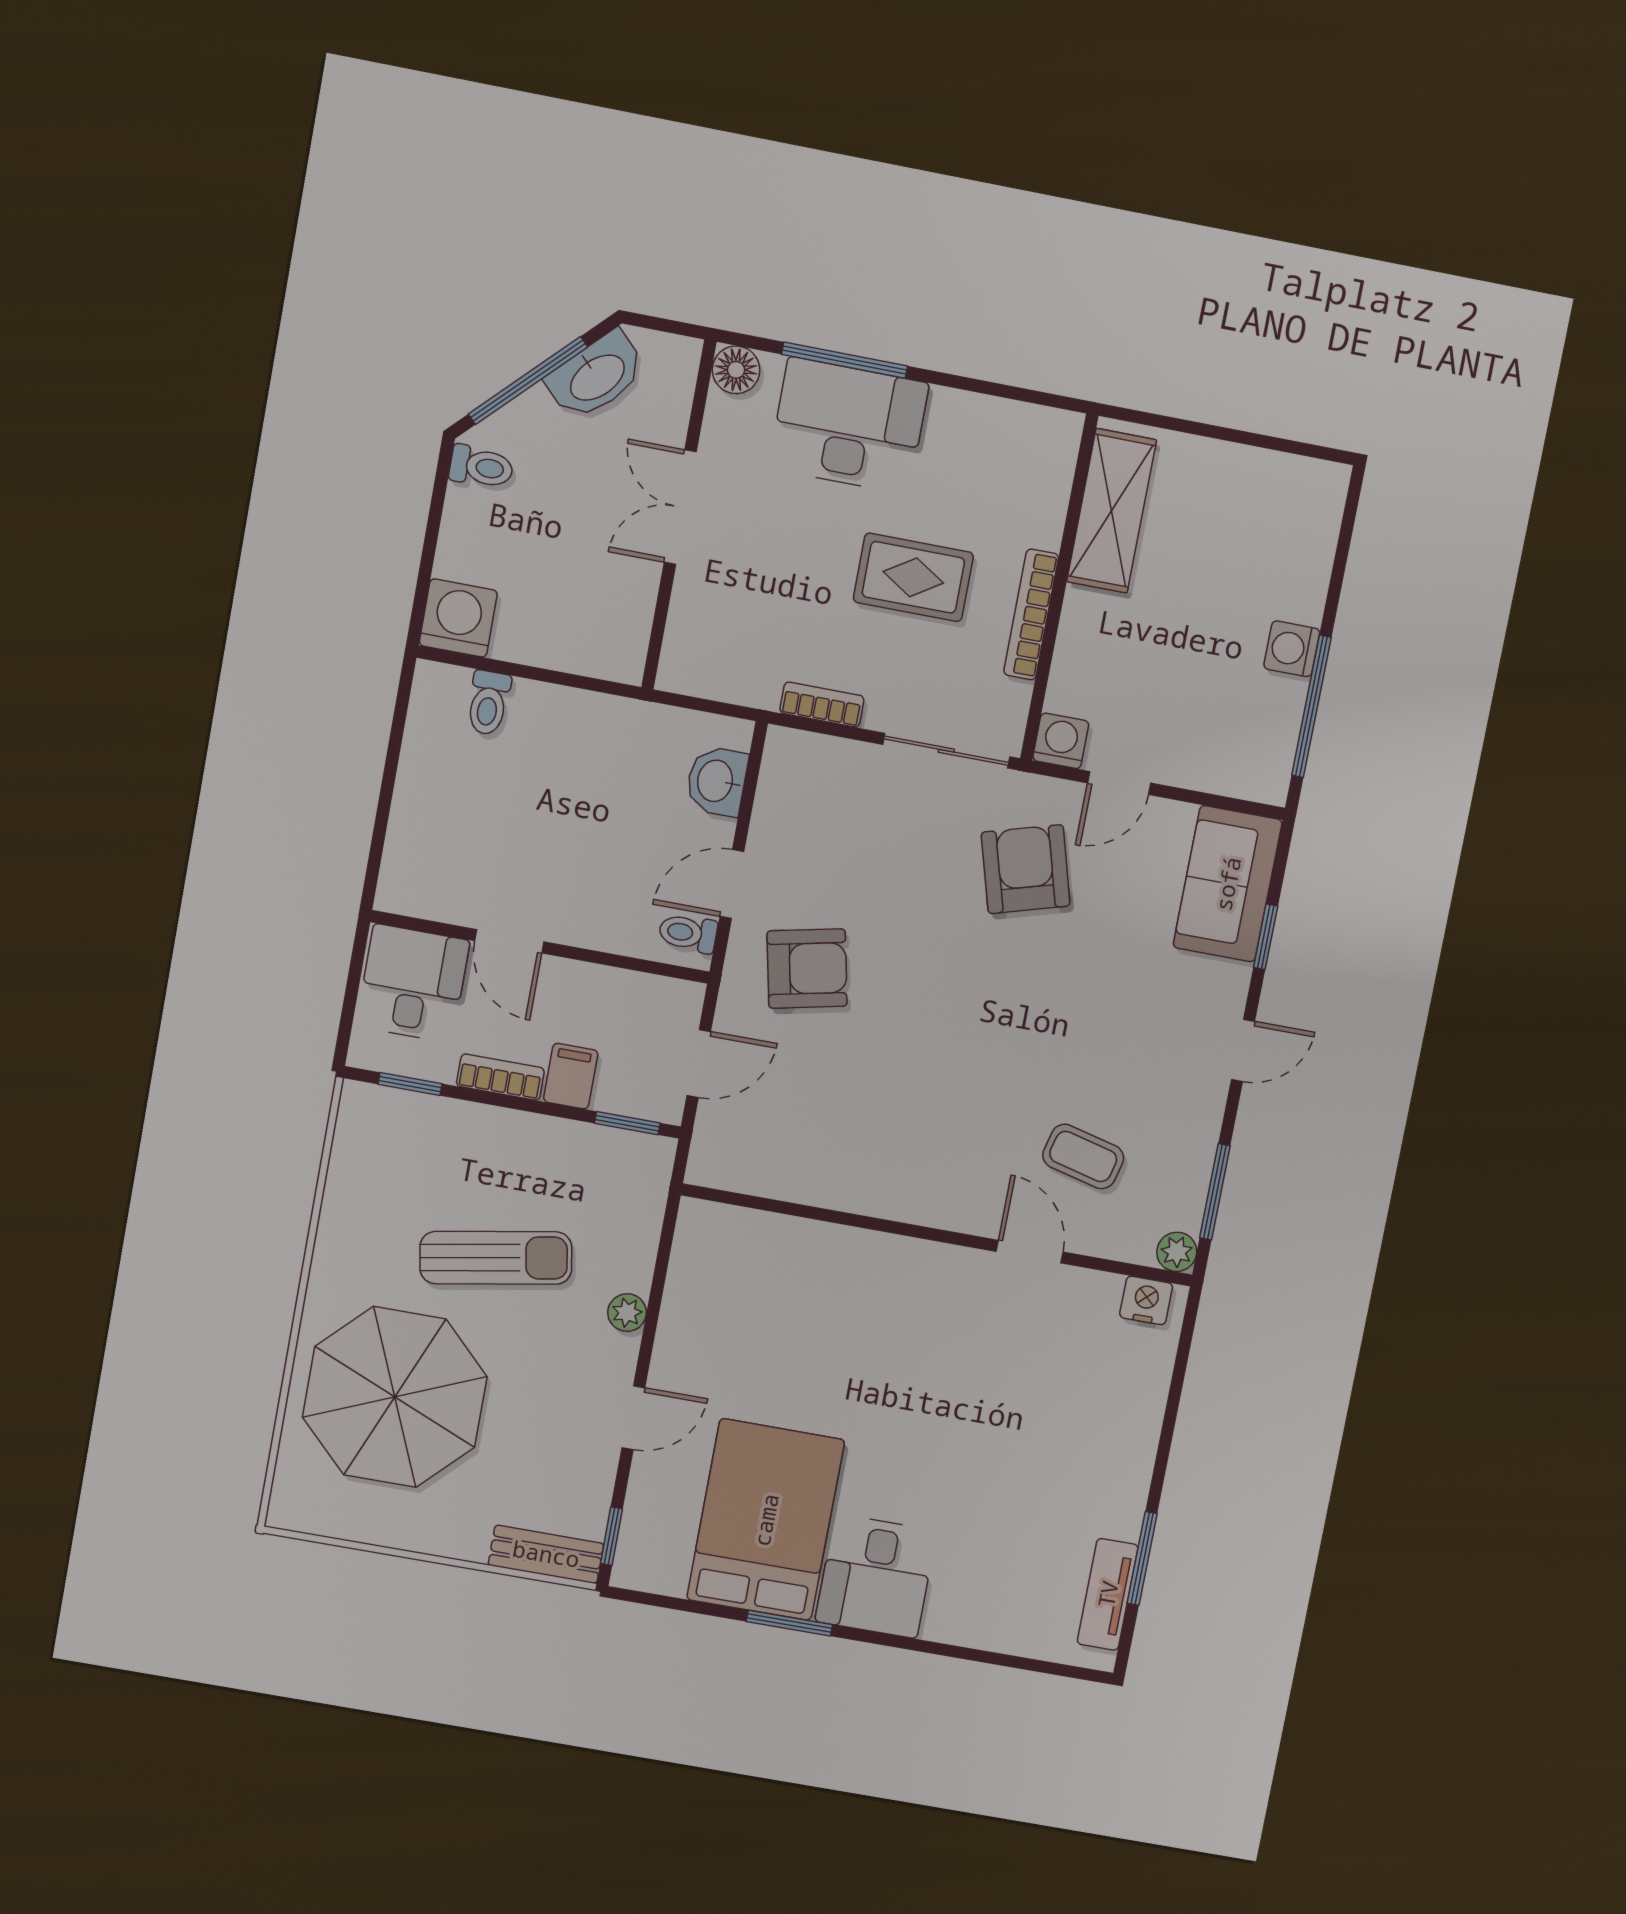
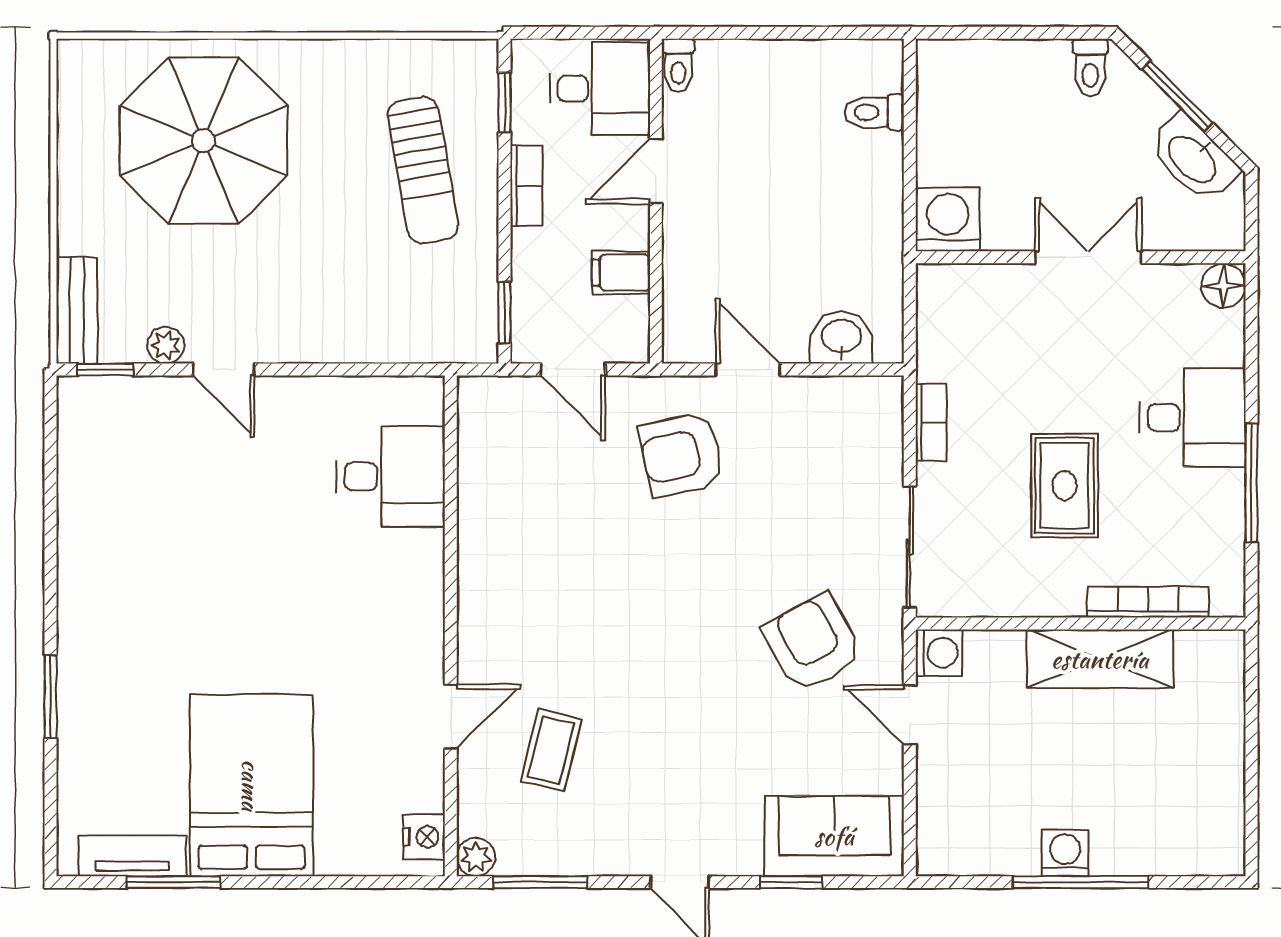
window: (845, 360) -> (1251, 483), moved
window: (528, 381) -> (1177, 96), width x0.69
desk: (849, 426) -> (1192, 418), width x0.73
shelving: (1112, 511) -> (1100, 659), moved
bookcase: (1031, 614) -> (1148, 602), moved
washing machine: (458, 618) -> (948, 219), moved, turned -90
window: (1311, 706) -> (1081, 882), moved
armchair: (1026, 869) -> (813, 643), turned -103
toilet: (688, 933) -> (678, 65), moved, turned 180
armchair: (807, 969) -> (681, 455), turned 90
filing cabinet: (571, 1076) -> (621, 273), moved, turned 180
sun lounger: (496, 1258) -> (423, 170), moved
plant: (627, 1313) -> (166, 345), moved
bed: (766, 1520) -> (251, 785), moved, turned -90
desk: (876, 1576) -> (390, 476), moved, turned 180
window: (789, 1623) -> (51, 697), moved

